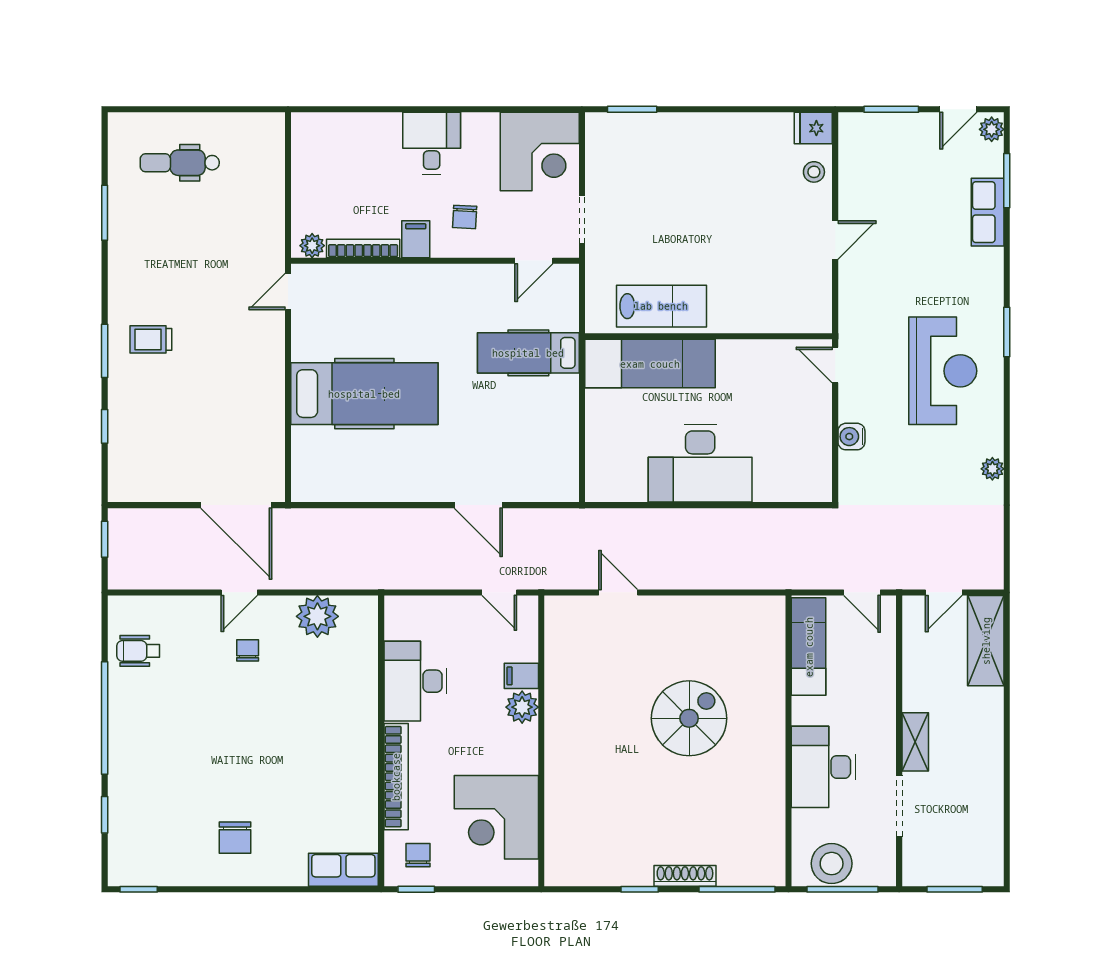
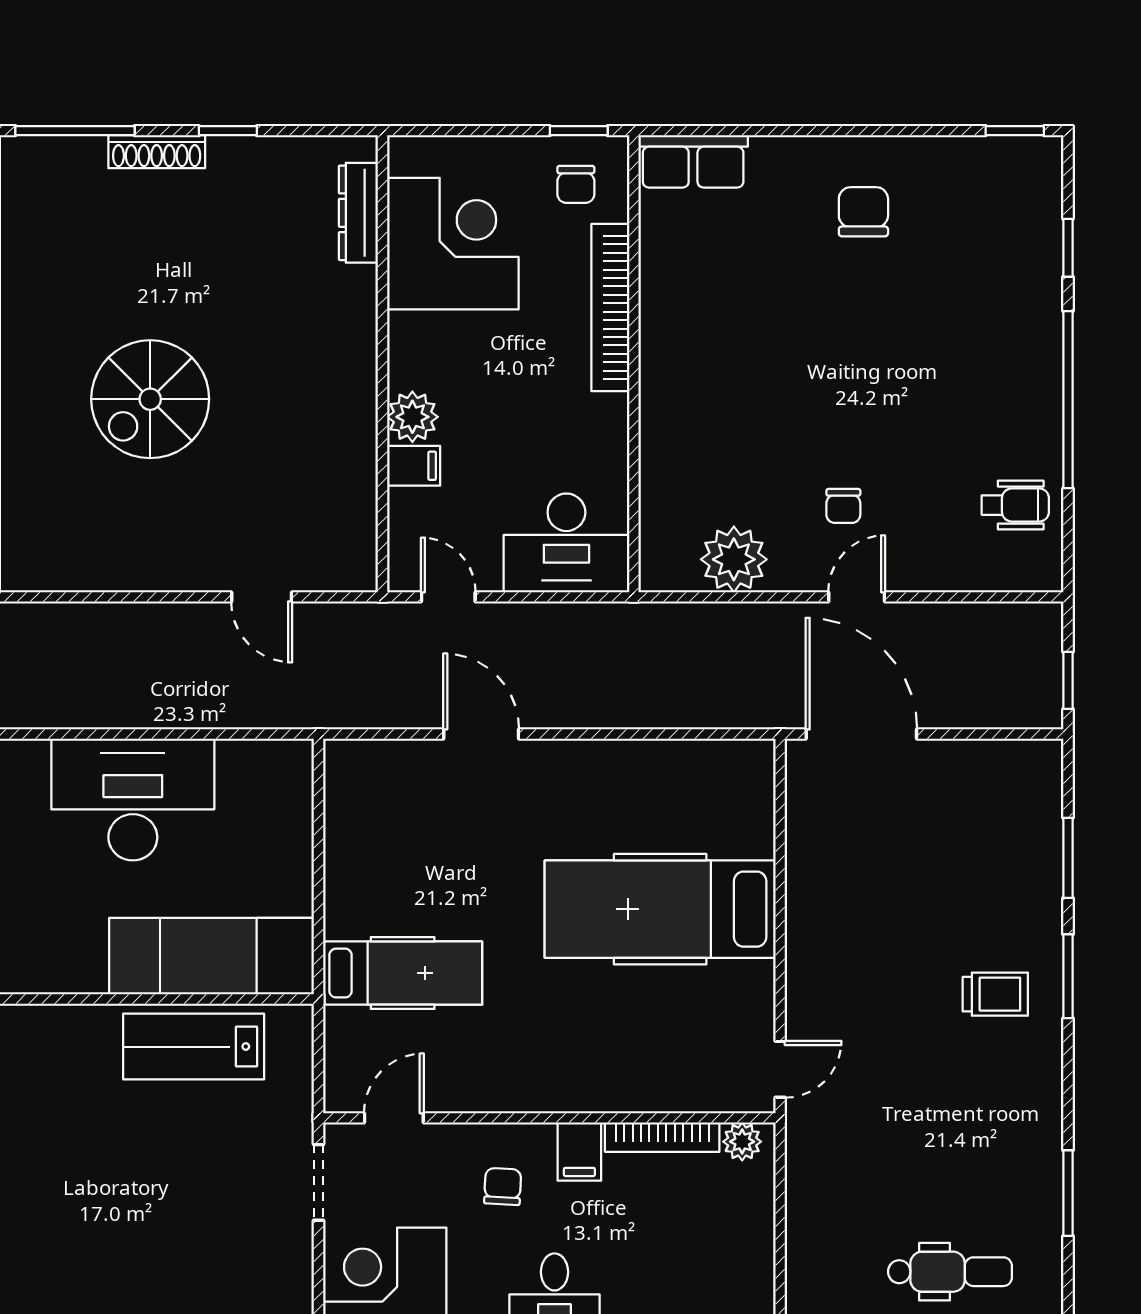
window: (105, 426) -> (1068, 858), width x1.50
desk: (415, 681) -> (566, 543), moved, turned 90
dresser: (557, 837) -> (358, 213), added

